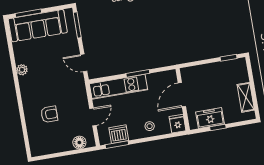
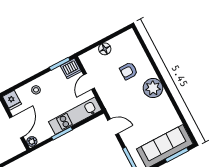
plant: (22, 70) -> (153, 88), moved, width x1.87, depth x1.87
plant: (171, 75) -> (32, 142), added
dishwasher: (119, 134) -> (71, 69), moved
floor lamp: (79, 142) -> (105, 49), moved

